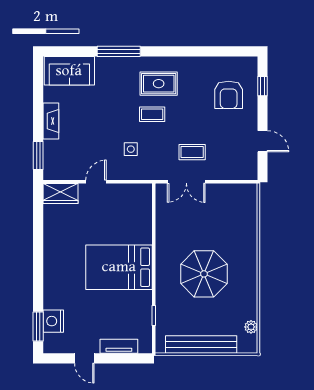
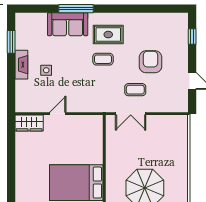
sofa: (69, 71) -> (68, 24), moved
armchair: (229, 95) -> (150, 62), moved, turned 180
side table: (131, 149) -> (46, 70), moved
window: (38, 156) -> (11, 42), moved

